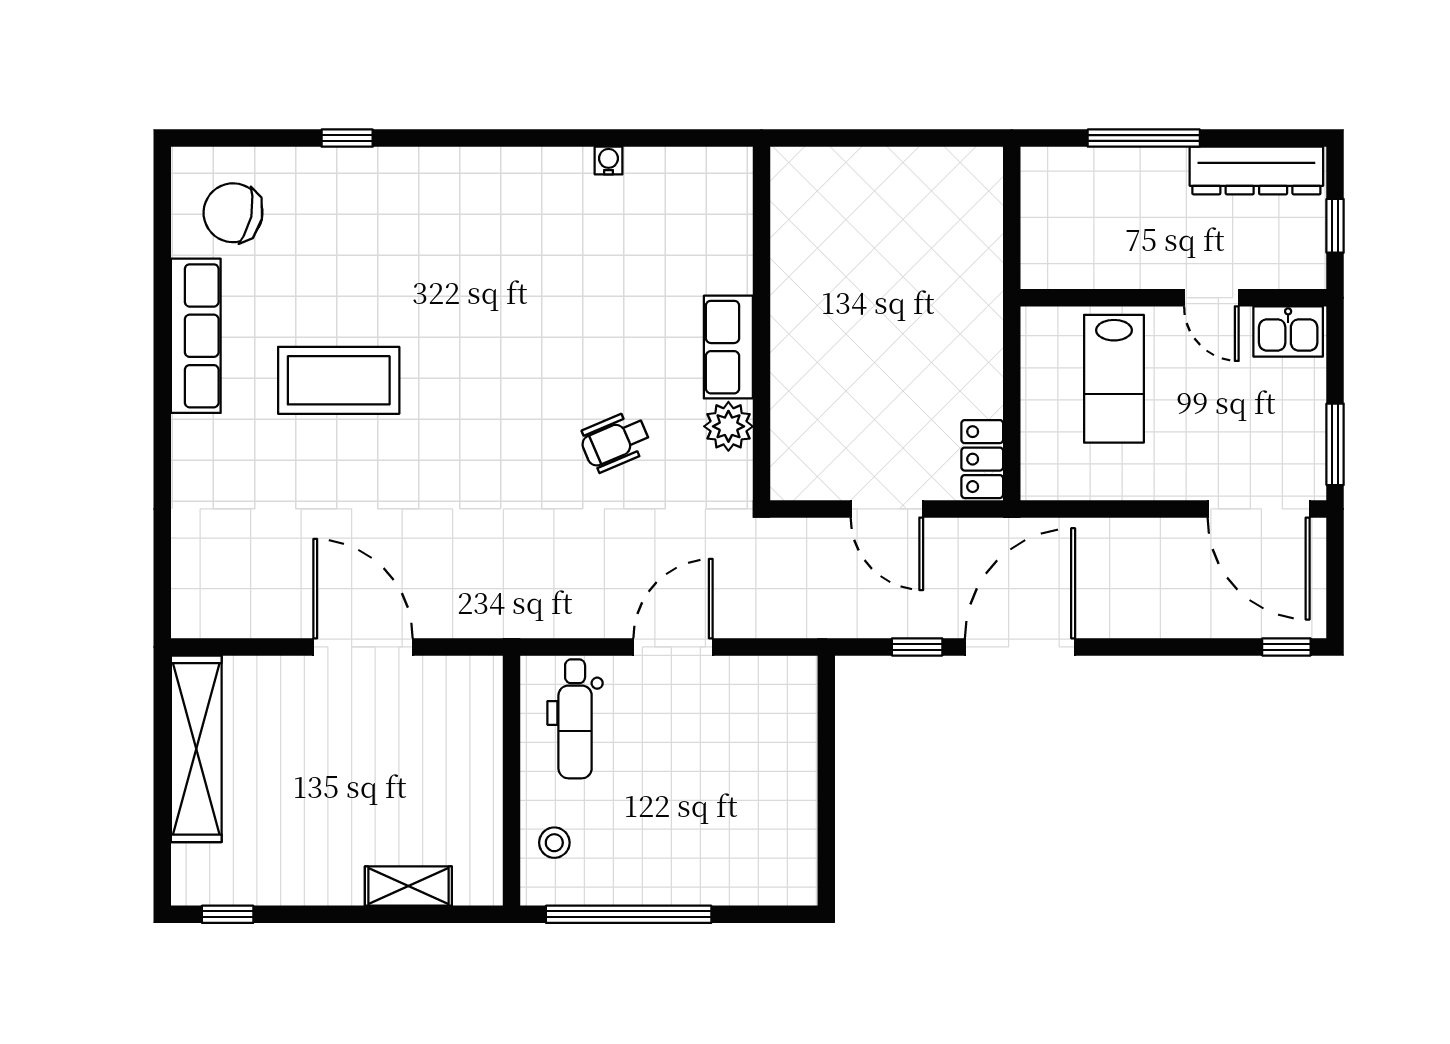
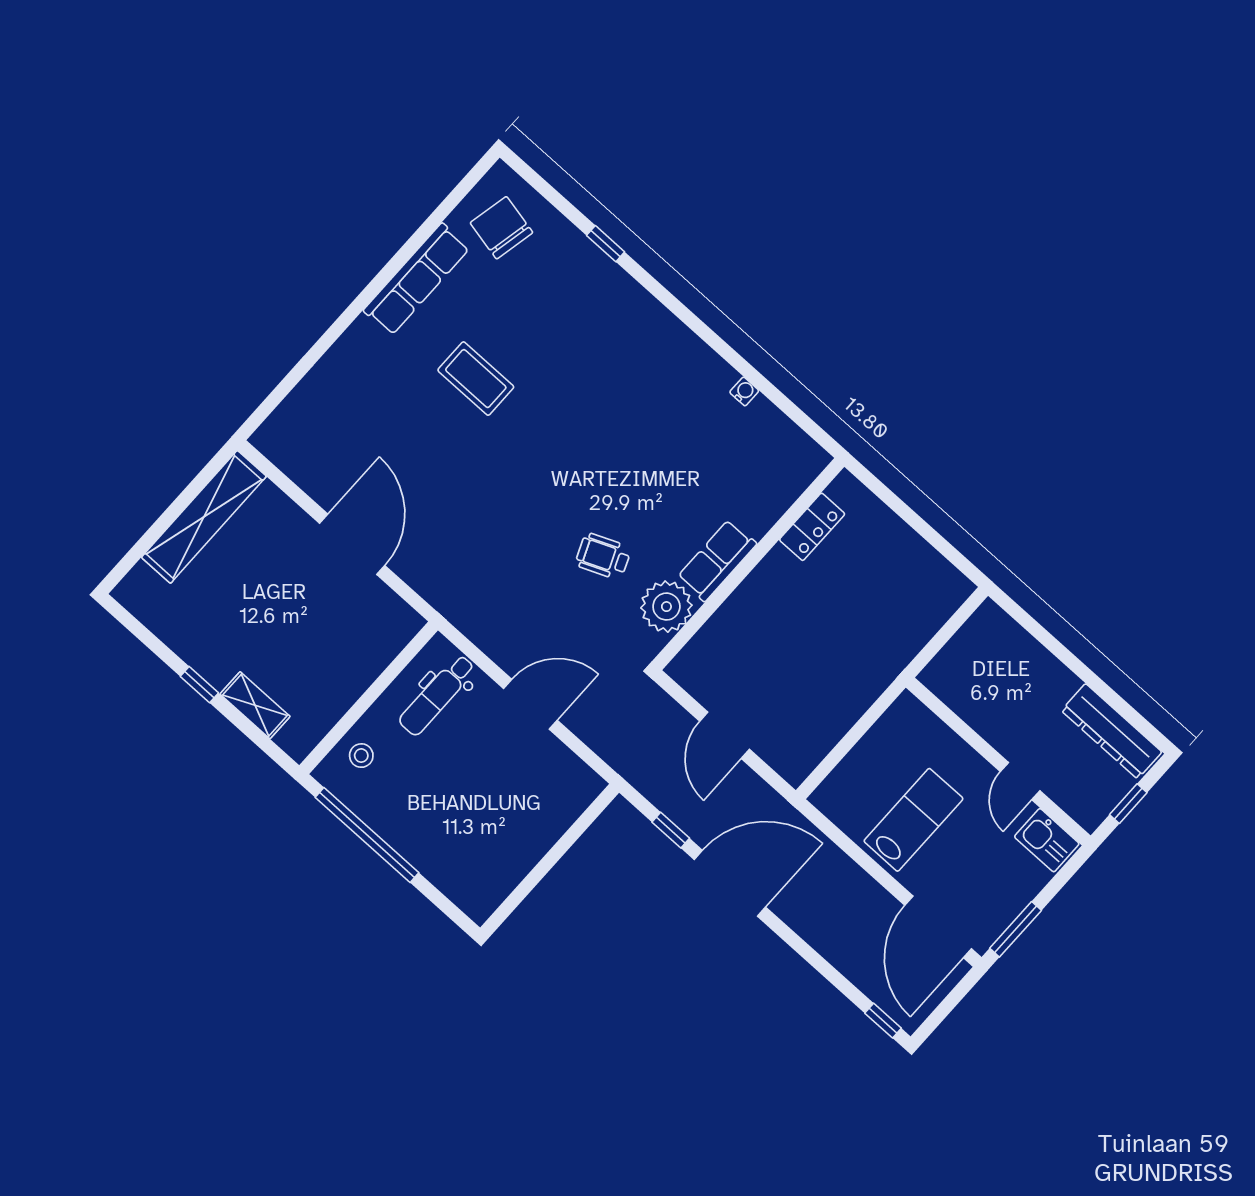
window: (1144, 138) -> (1064, 655), removed
lab bench: (1114, 379) -> (913, 820), moved, turned 180
coffee table: (339, 380) -> (476, 379), width x0.73, depth x0.76
plant: (728, 426) -> (666, 607), width x1.36, depth x1.36
locker: (982, 459) -> (812, 527), moved, turned 180
window: (228, 914) -> (199, 685), moved

